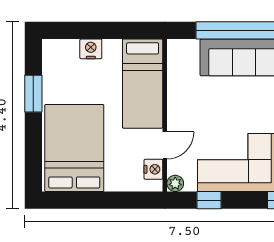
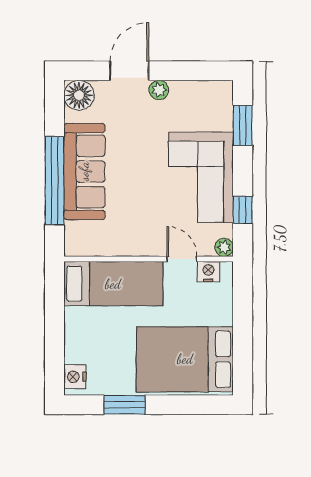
nightstand: (91, 49) -> (75, 377), moved

